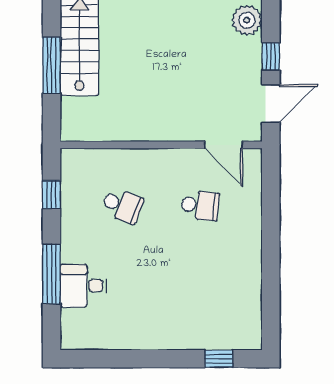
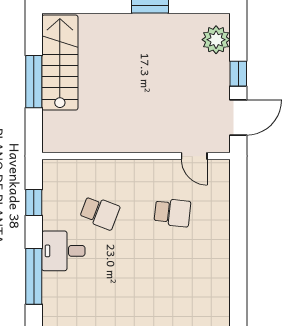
door: (223, 145) -> (194, 156), width x0.73
desk: (83, 286) -> (63, 251), moved

